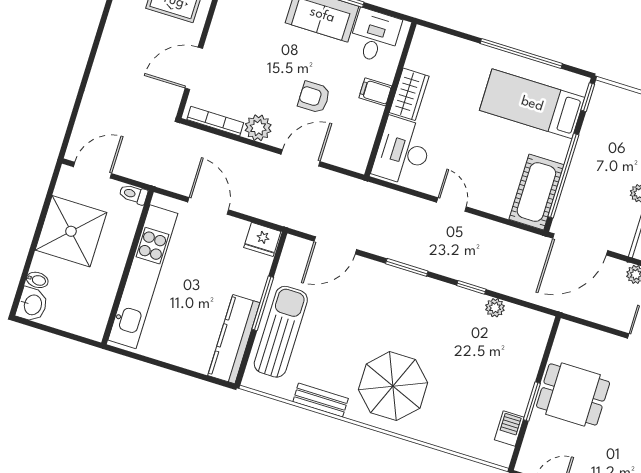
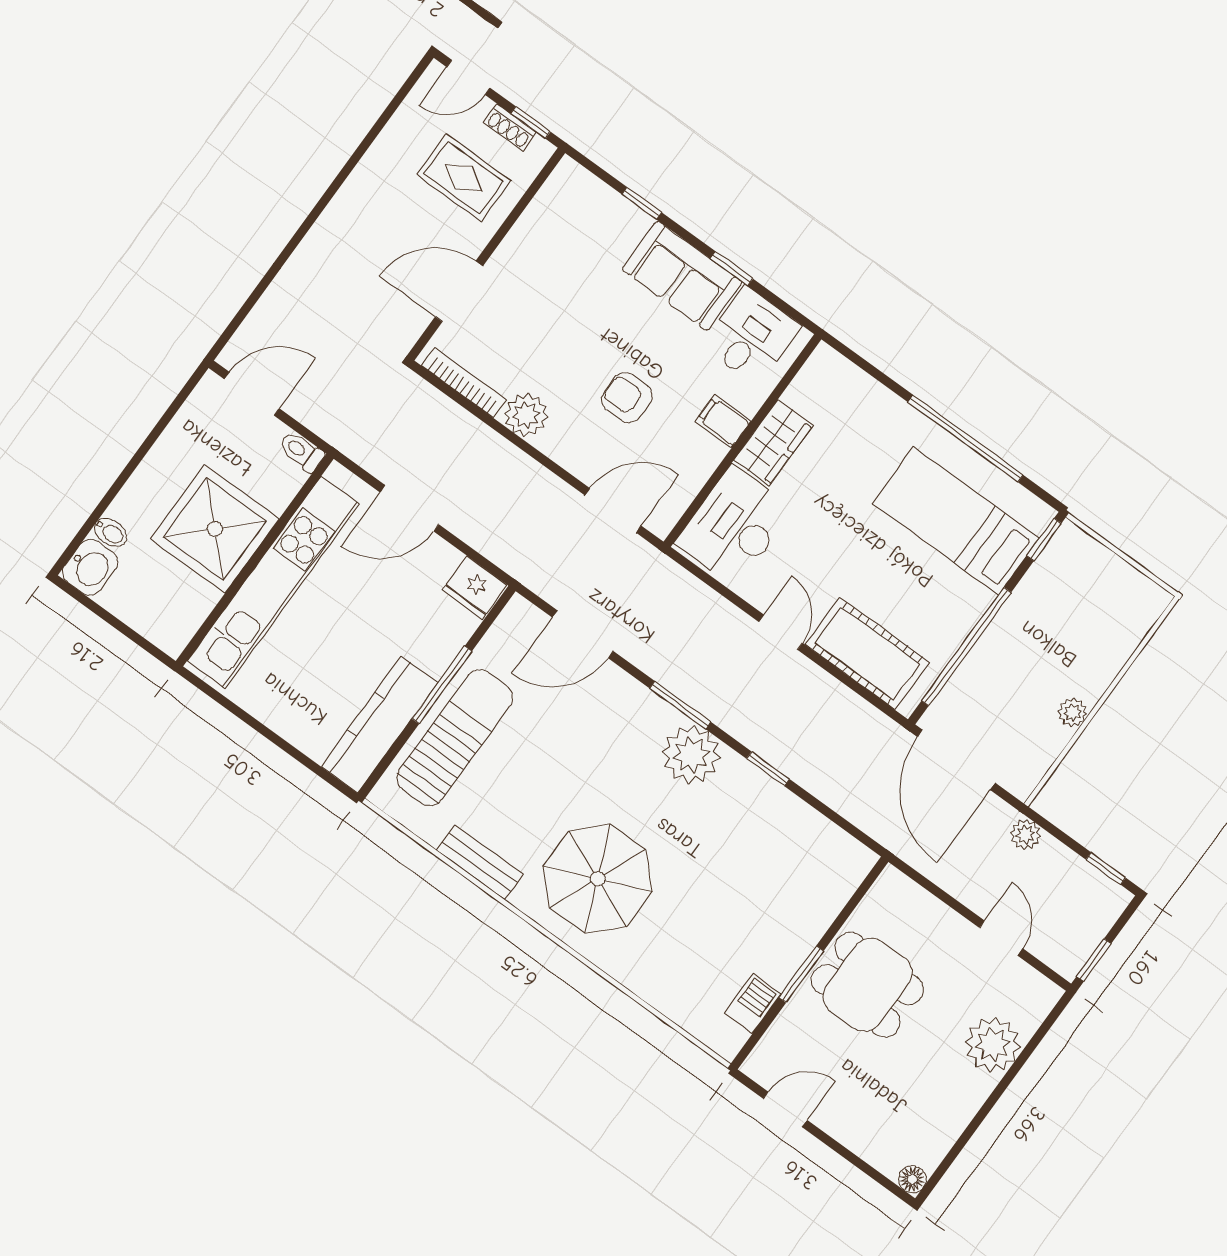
door: (301, 158) -> (613, 510), moved
cot: (536, 192) -> (867, 653), moved, turned 90
door: (208, 206) -> (409, 508), swing flipped
shower: (71, 231) -> (215, 529), moved
door: (580, 244) -> (956, 760), hinge flipped
plant: (495, 308) -> (691, 755), moved, width x1.88, depth x1.88

